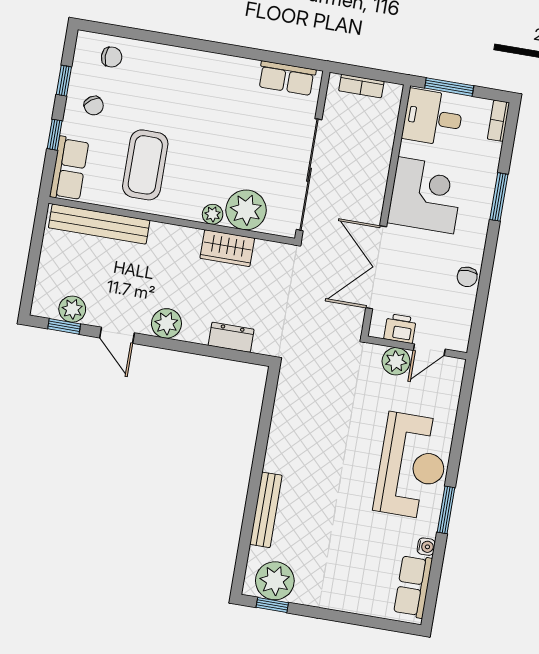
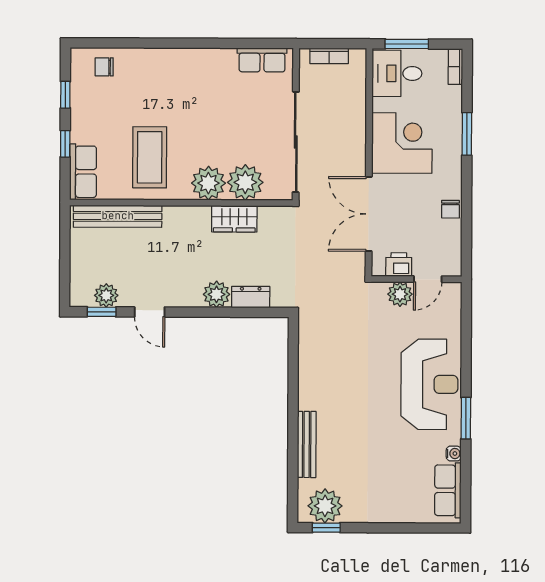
chair: (112, 57) -> (104, 67), turned 180
chair: (94, 106) -> (95, 112), removed
plant: (213, 214) -> (208, 183), width x1.88, depth x1.88
plant: (166, 323) -> (216, 294), moved

